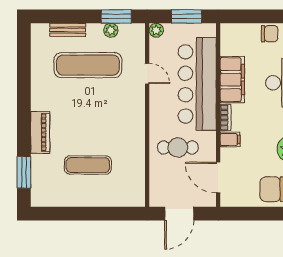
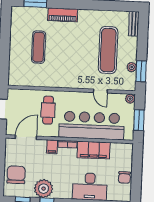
bench: (68, 30) -> (134, 24), moved
door: (147, 74) -> (100, 91), hinge flipped

